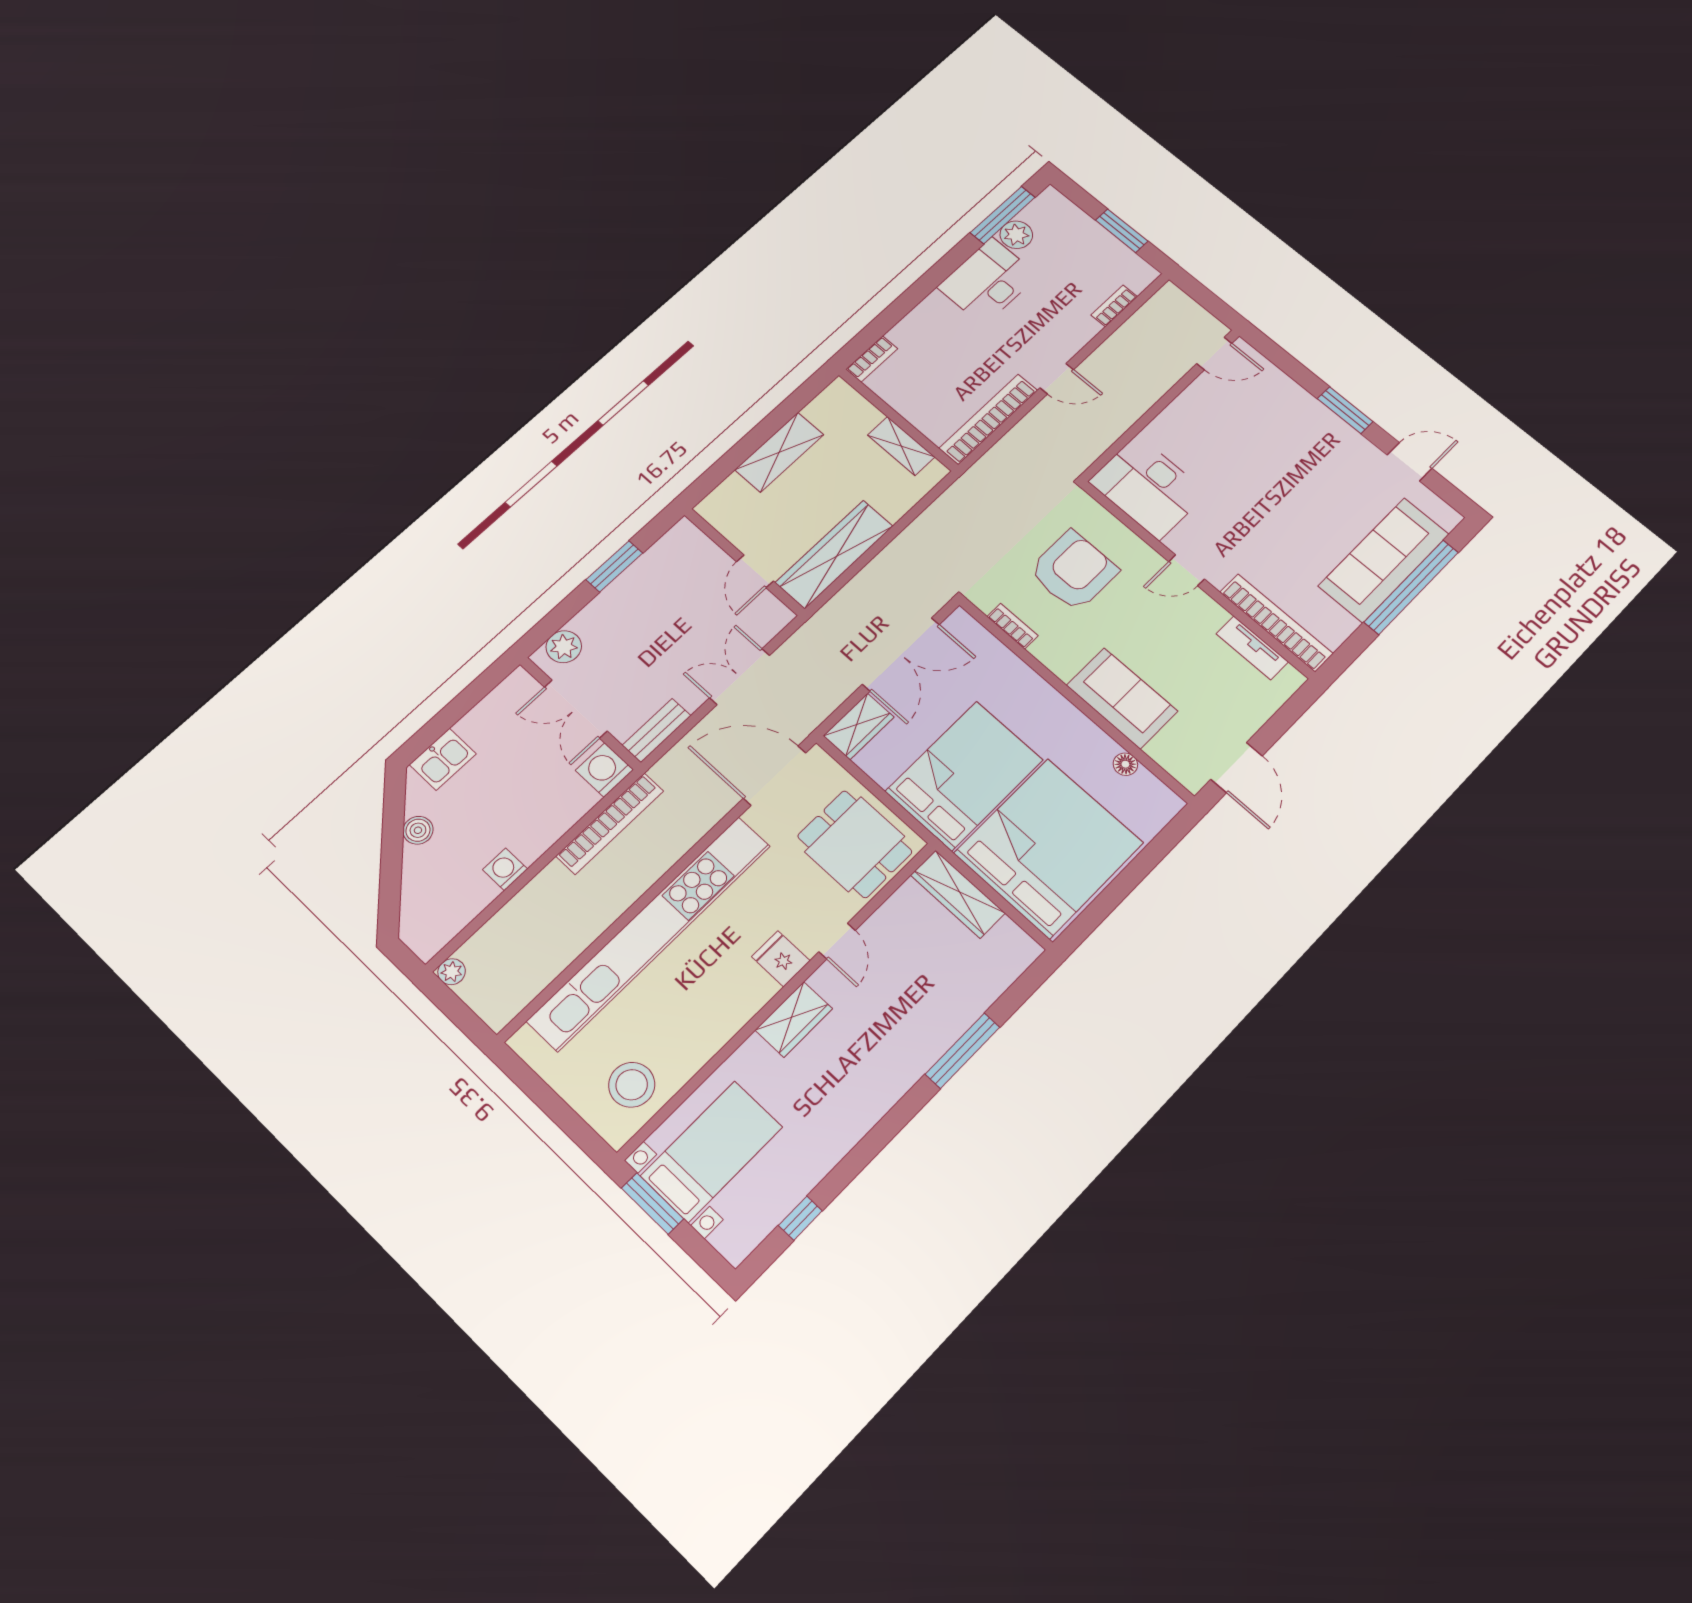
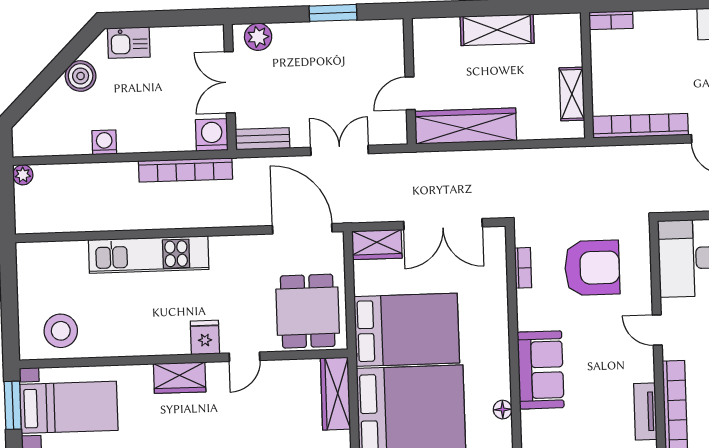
boiler: (418, 830) -> (81, 76), width x1.36, depth x1.36
kitchen unit: (650, 933) -> (149, 255), width x0.54

